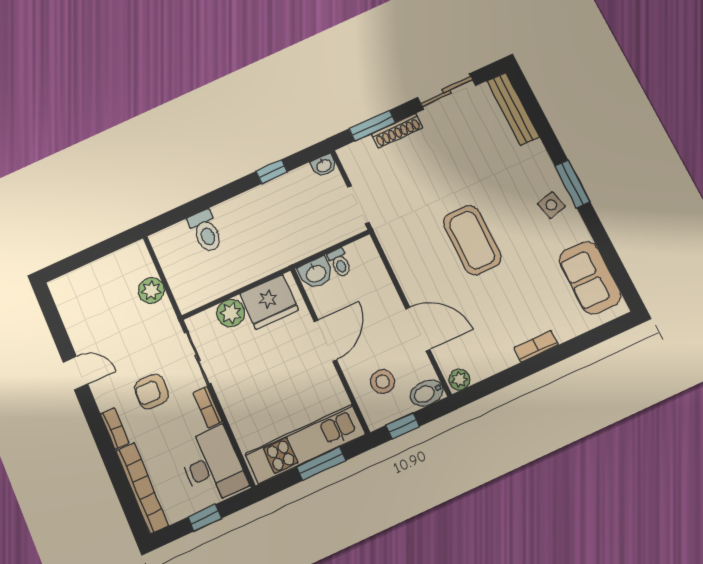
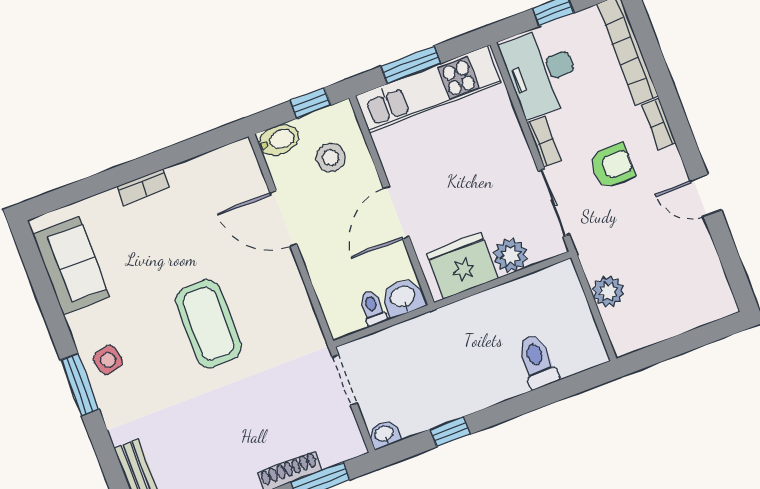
plant: (459, 379) -> (238, 154), removed

